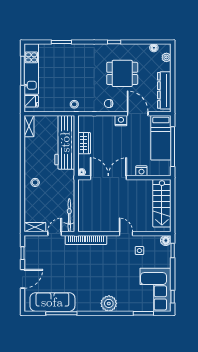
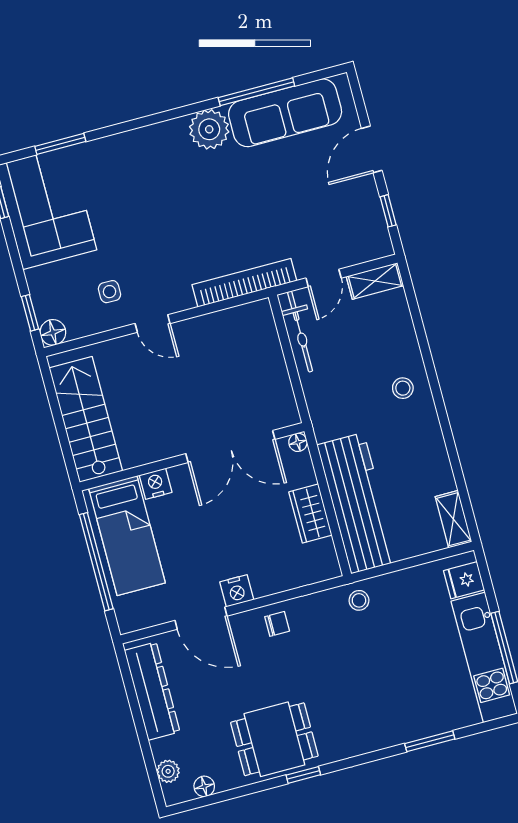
dining table: (122, 73) -> (274, 739), moved
bed: (161, 138) -> (127, 536), moved, turned 180
plant: (109, 303) -> (209, 129), moved

